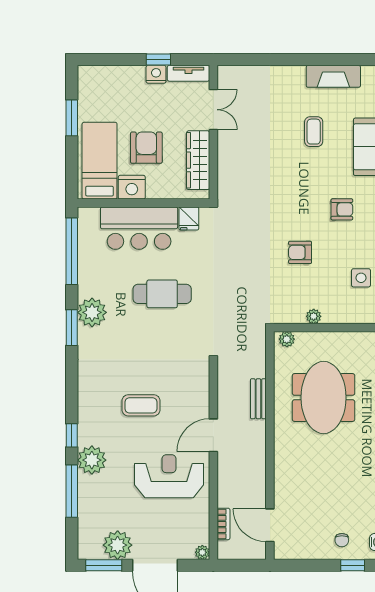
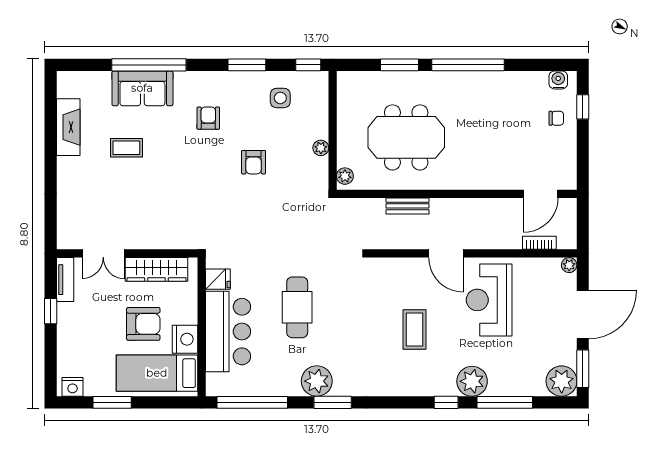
nightstand: (156, 74) -> (73, 387), moved, turned -90
double door: (213, 110) -> (103, 253), swing flipped
armchair: (146, 148) -> (143, 324), turned 180
plant: (118, 545) -> (562, 381), moved

